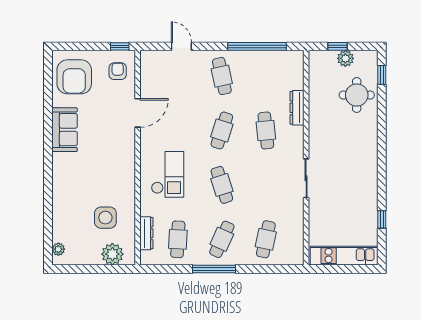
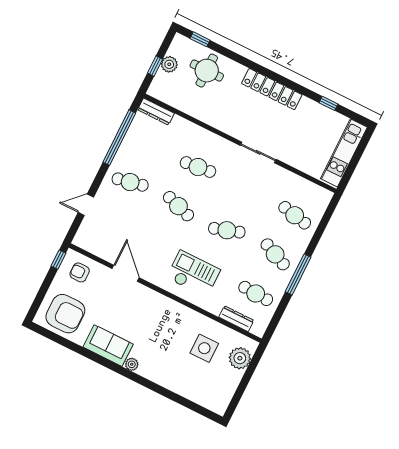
dresser: (297, 108) -> (156, 112), moved
locker: (369, 162) -> (272, 89), added
plant: (58, 249) -> (132, 364), moved

